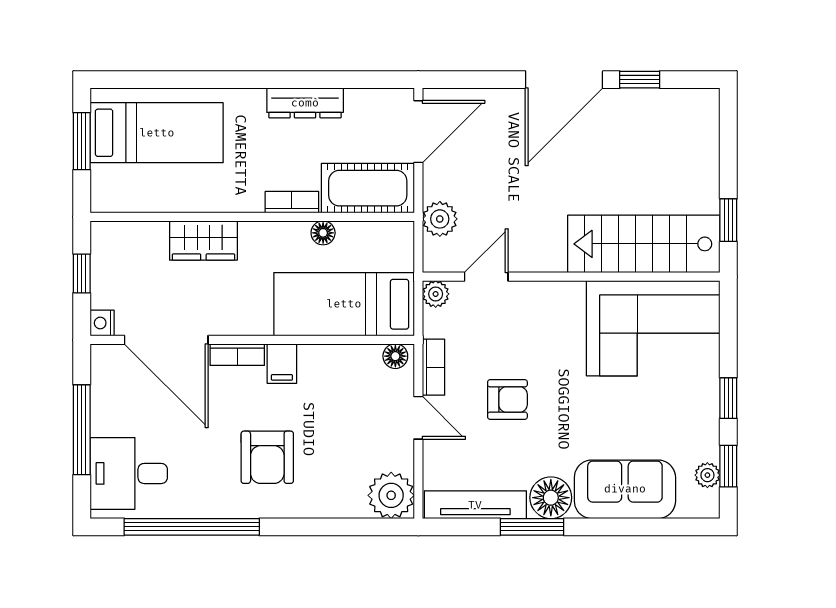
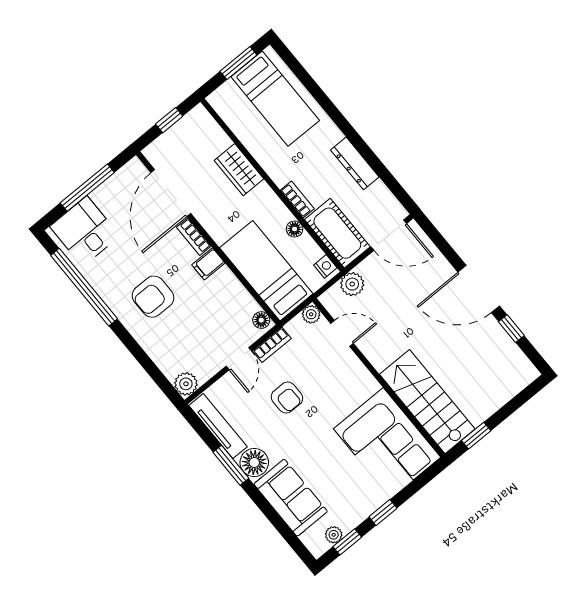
nightstand: (102, 323) -> (325, 266), moved, turned 90
plant: (391, 495) -> (186, 384), width x0.73, depth x0.73

